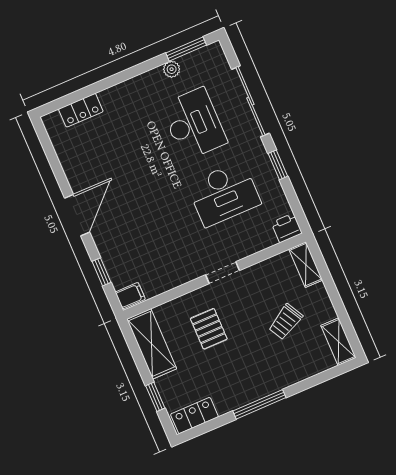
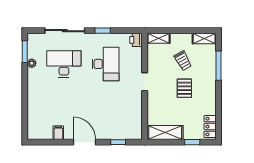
locker: (81, 110) -> (33, 118), removed
filing cabinet: (130, 296) -> (58, 133), moved
pallet: (209, 329) -> (184, 88), moved, turned 90
window: (259, 404) -> (219, 66), moved

